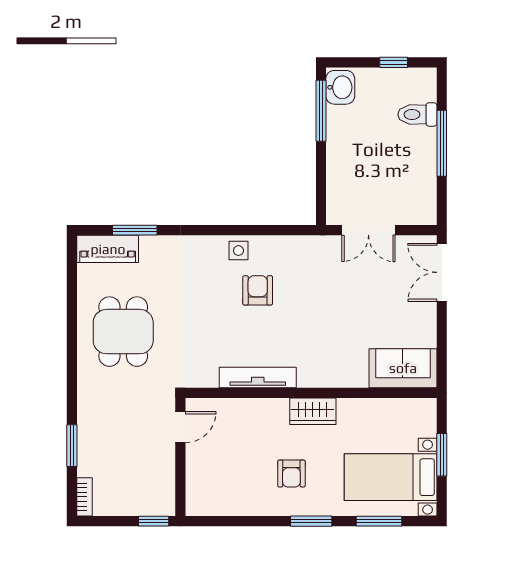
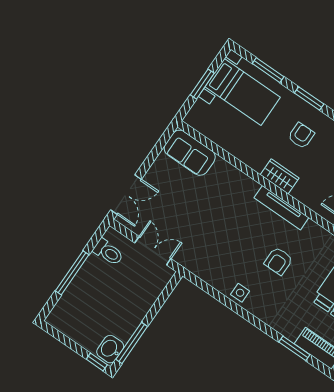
window: (394, 62) -> (97, 362), moved
toilet: (417, 114) -> (108, 252), moved
armchair: (258, 290) -> (278, 261), moved
wardrobe: (313, 411) -> (280, 176), moved

